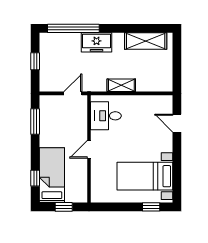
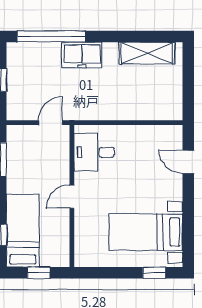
shelving: (121, 85) -> (115, 112), removed

